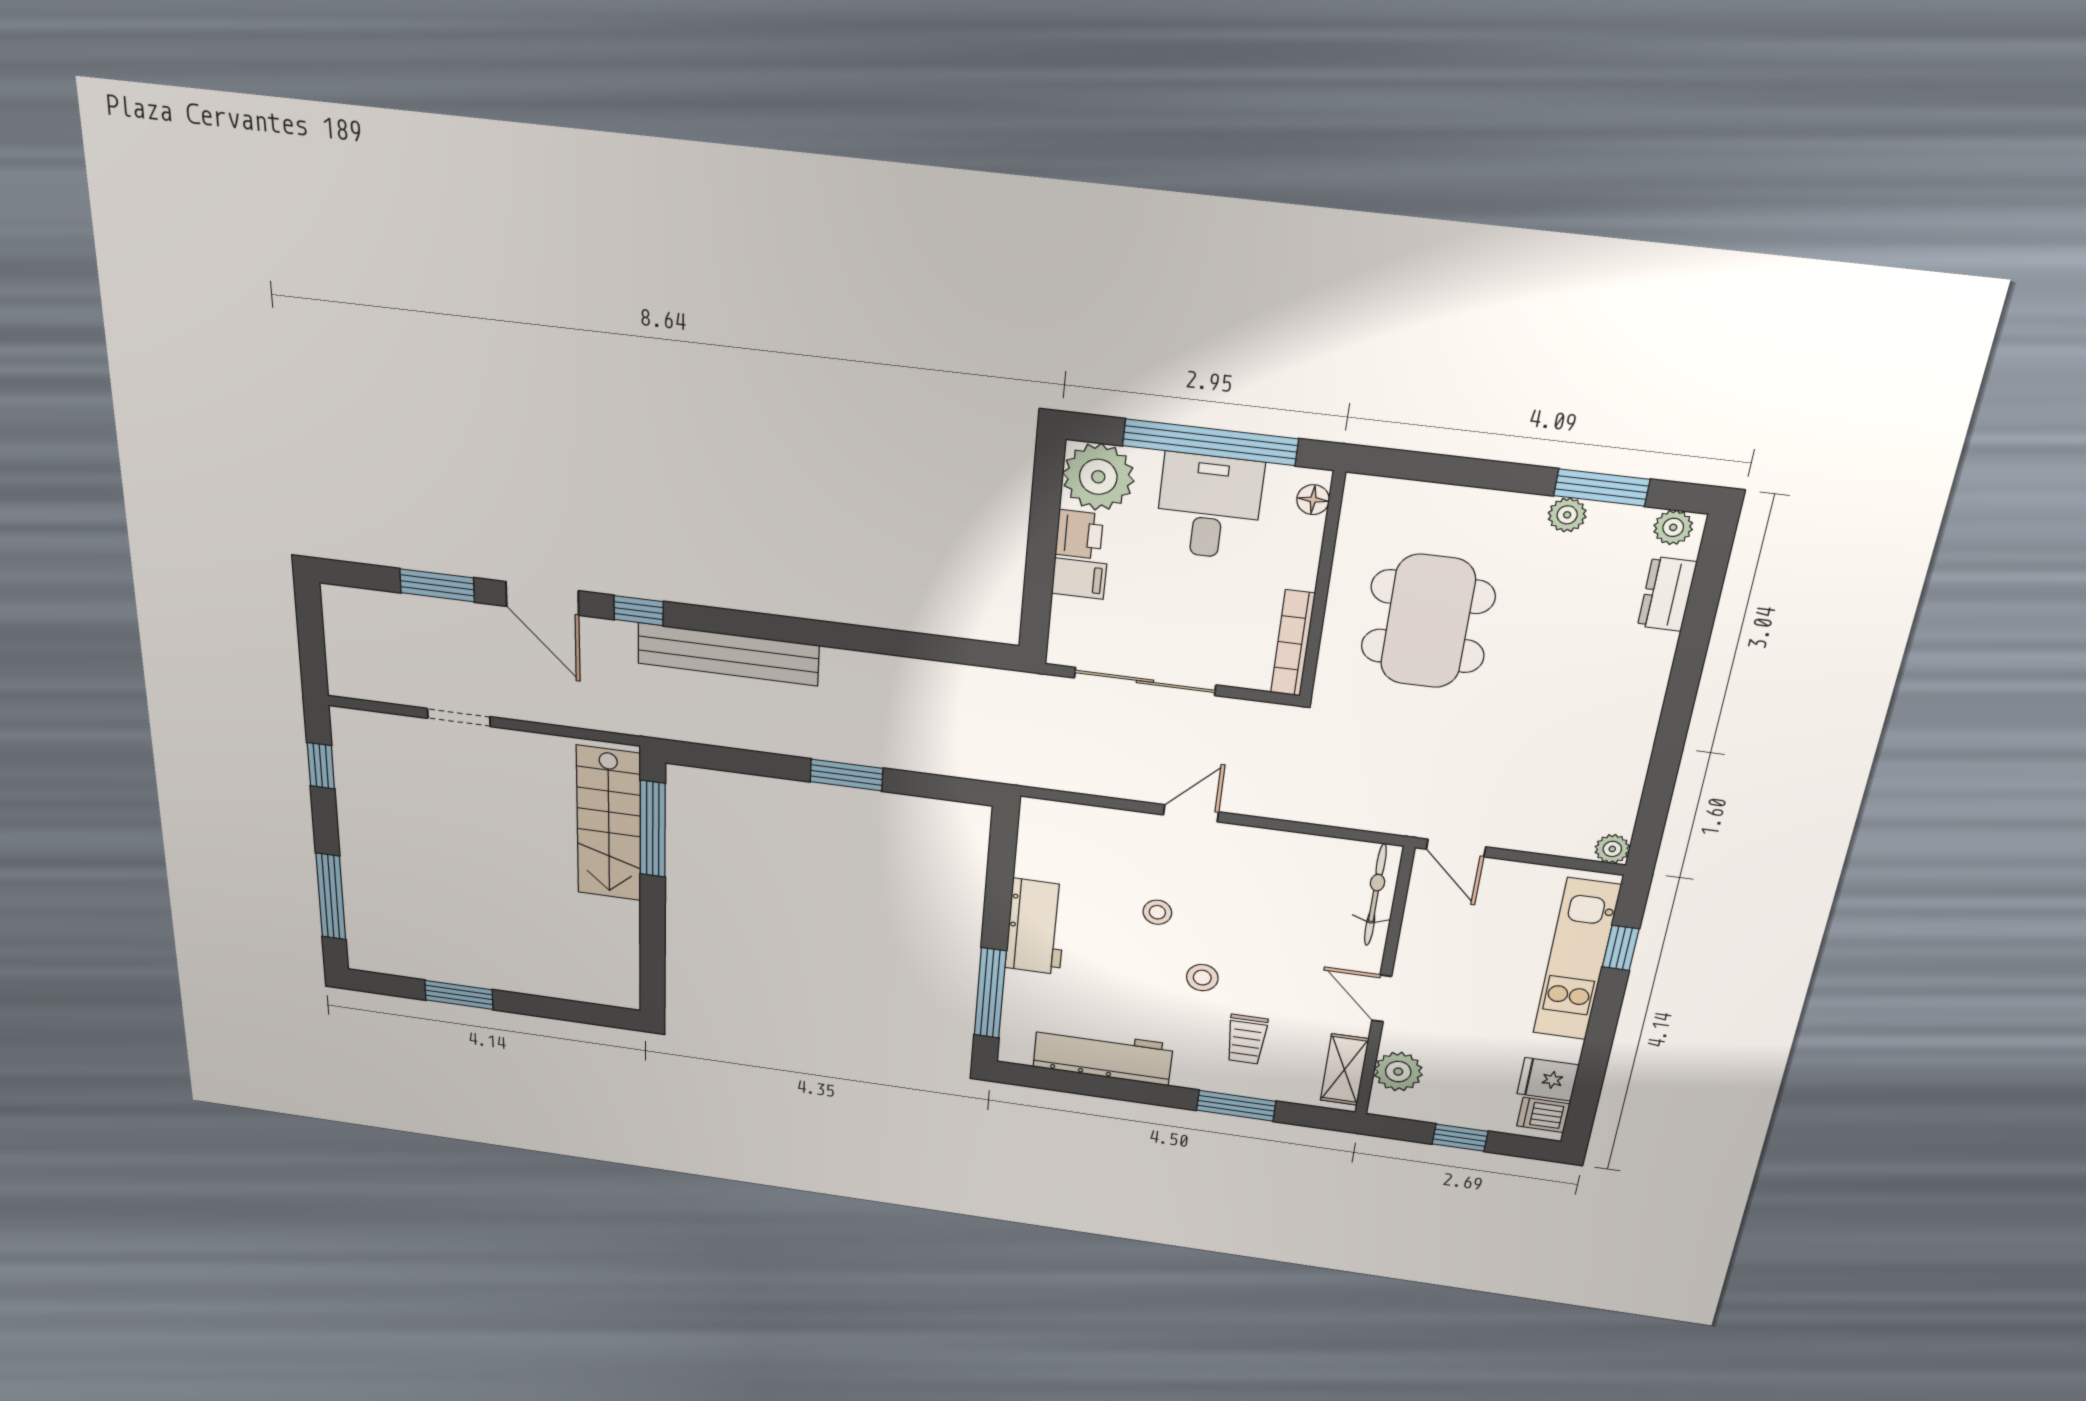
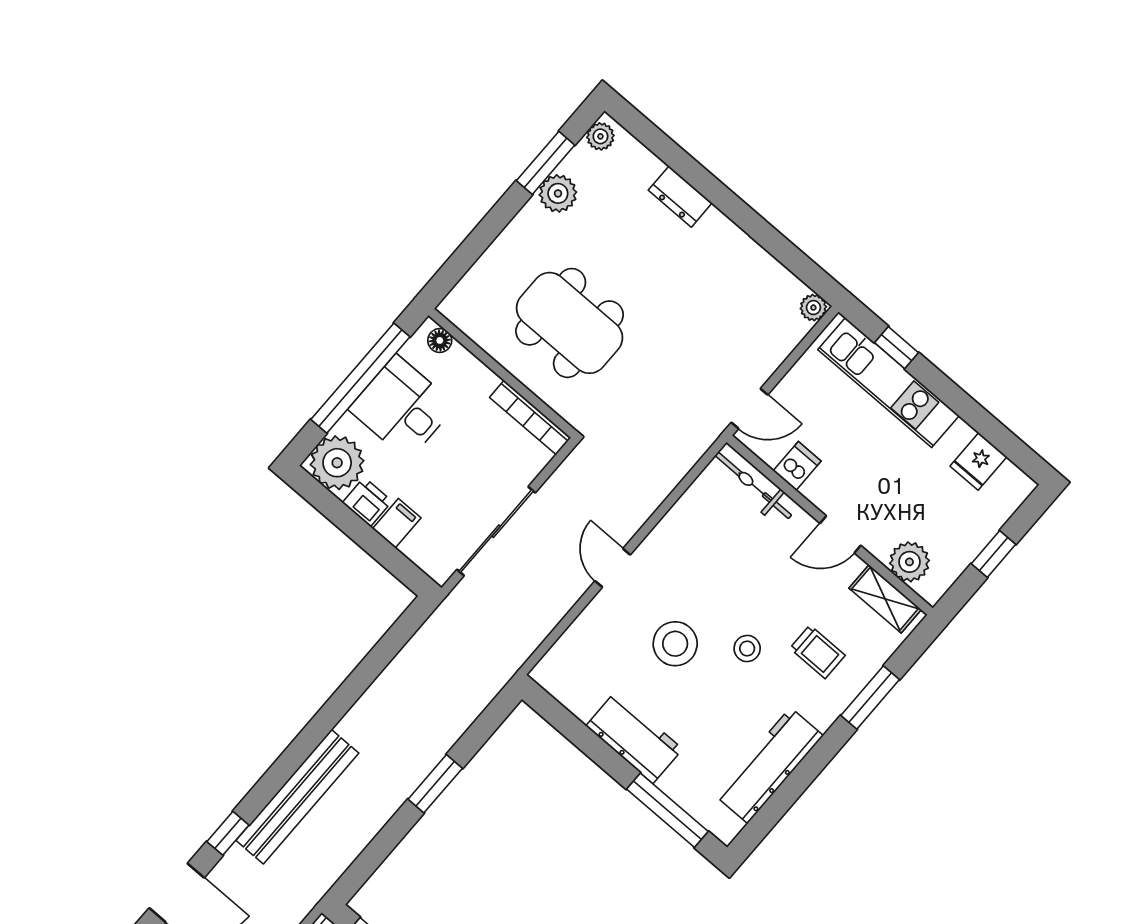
plant: (1567, 515) -> (558, 193), width x1.38, depth x1.38
dresser: (1667, 594) -> (680, 197), moved
stool: (1157, 912) -> (675, 644), width x1.89, depth x1.89
dishwasher: (1543, 1115) -> (797, 466), moved, turned 180

